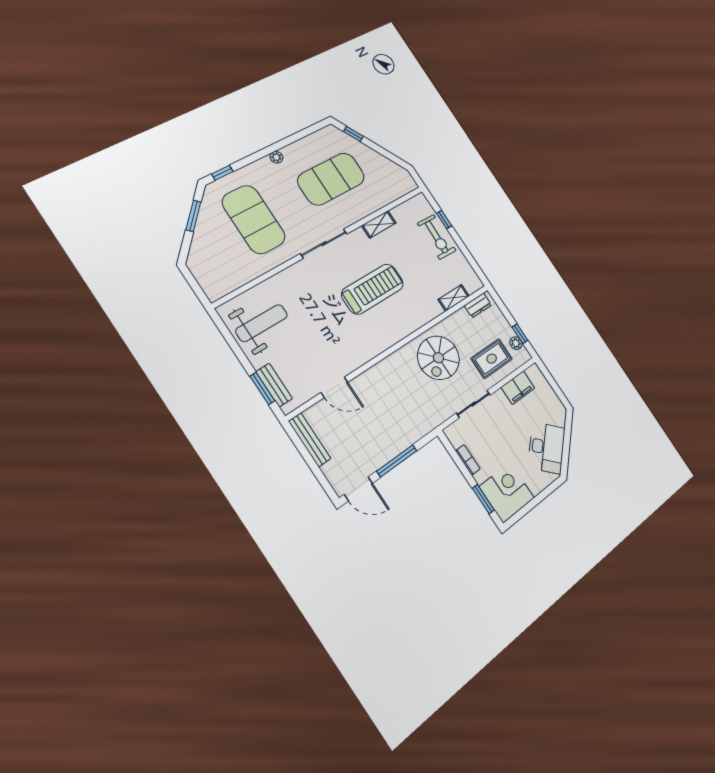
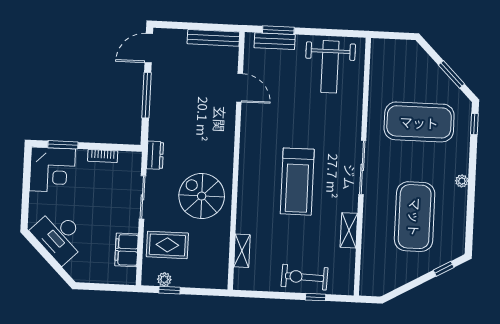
dresser: (478, 305) -> (155, 155), moved, turned 180
rug: (492, 359) -> (167, 245), turned 90
door: (334, 387) -> (240, 88), swing flipped

